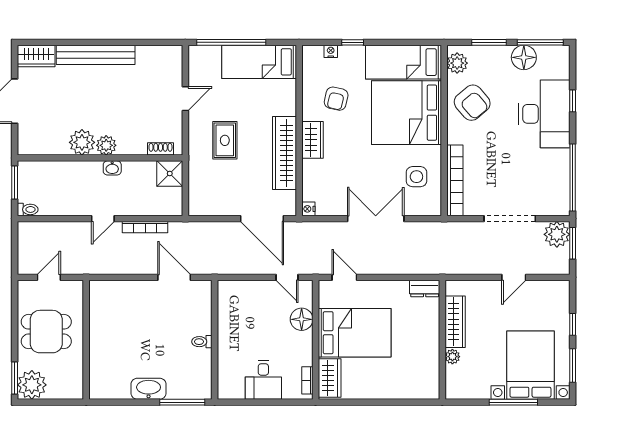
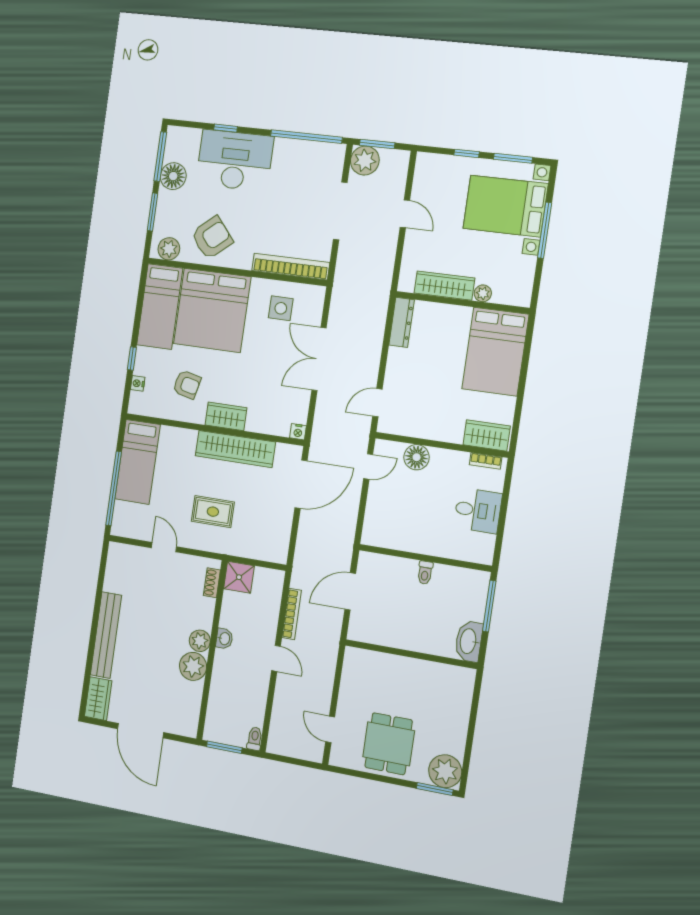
dresser: (425, 288) -> (402, 322), width x1.44
bed: (355, 333) -> (495, 352), moved, turned 180
wall: (86, 340) -> (411, 654), moved

